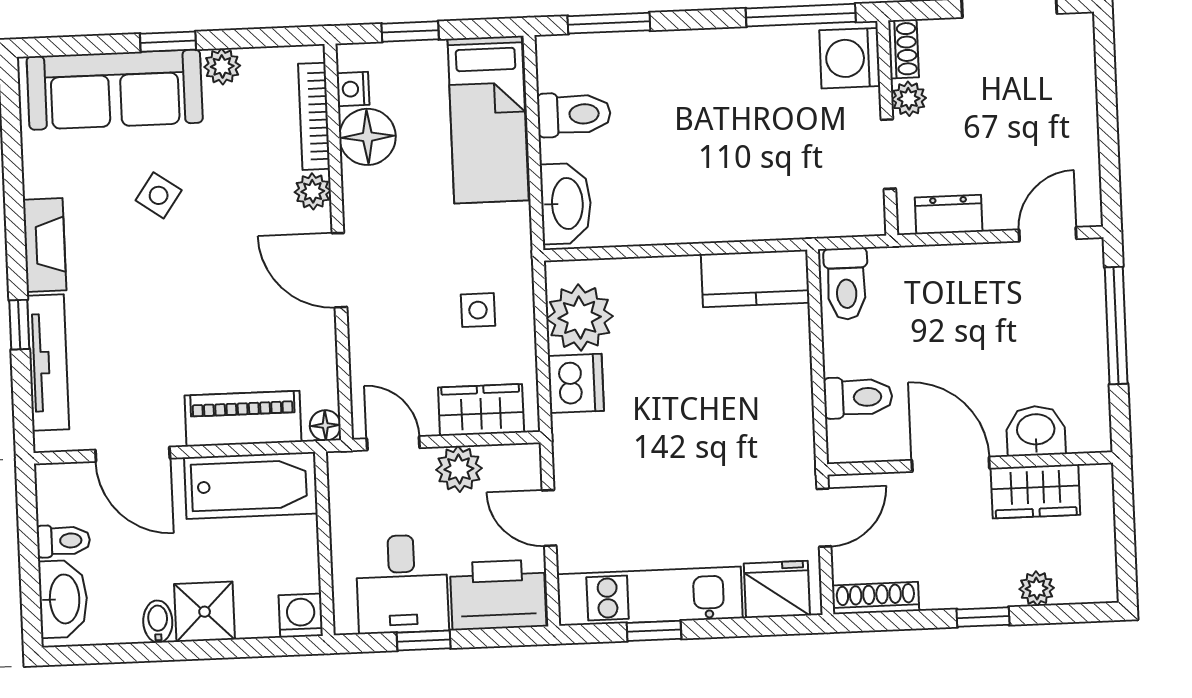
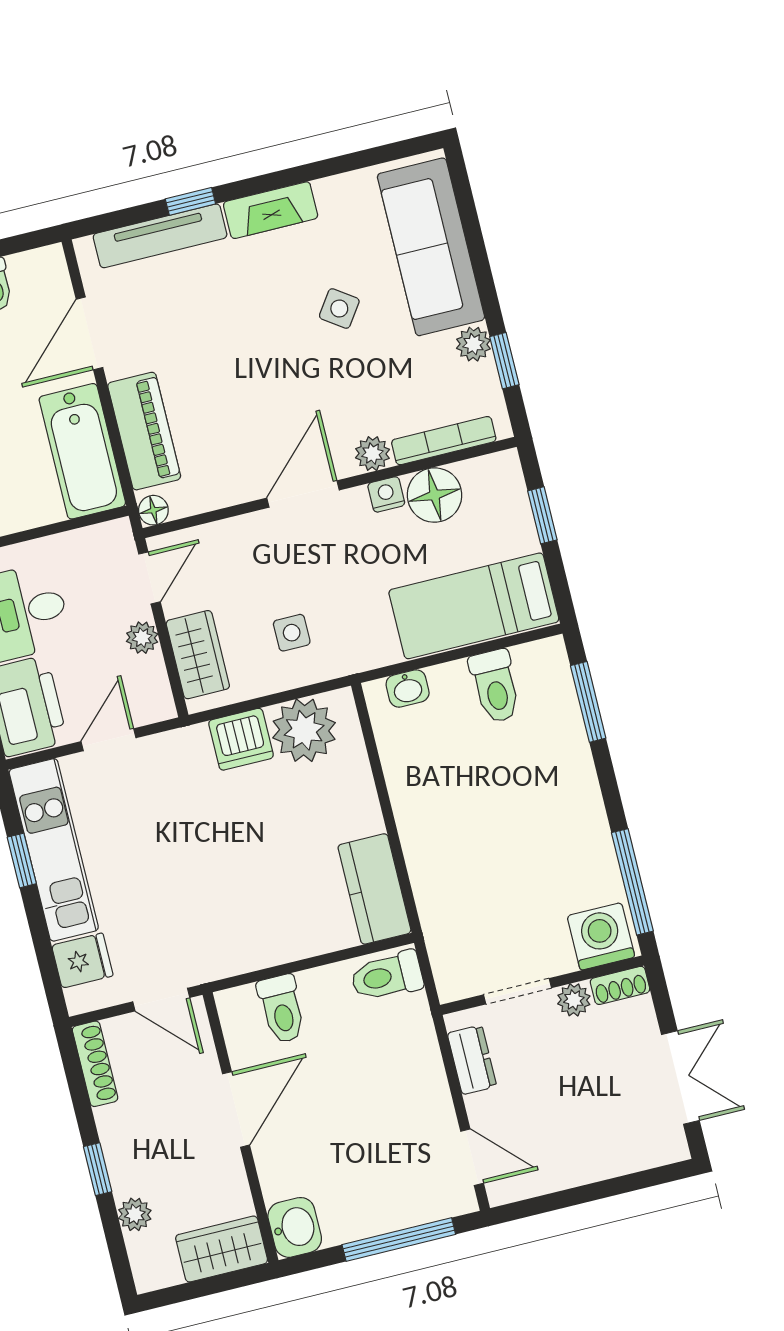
window: (168, 42) -> (504, 361), moved
nightstand: (353, 89) -> (386, 494), moved
washbasin: (566, 204) -> (408, 688), width x0.52, depth x0.69
washbasin: (1036, 431) -> (295, 1227), moved
plant: (459, 469) -> (142, 638), width x0.73, depth x0.73
wardrobe: (1035, 491) -> (222, 1249), moved, turned 90
fridge: (777, 589) -> (82, 961), width x0.72

